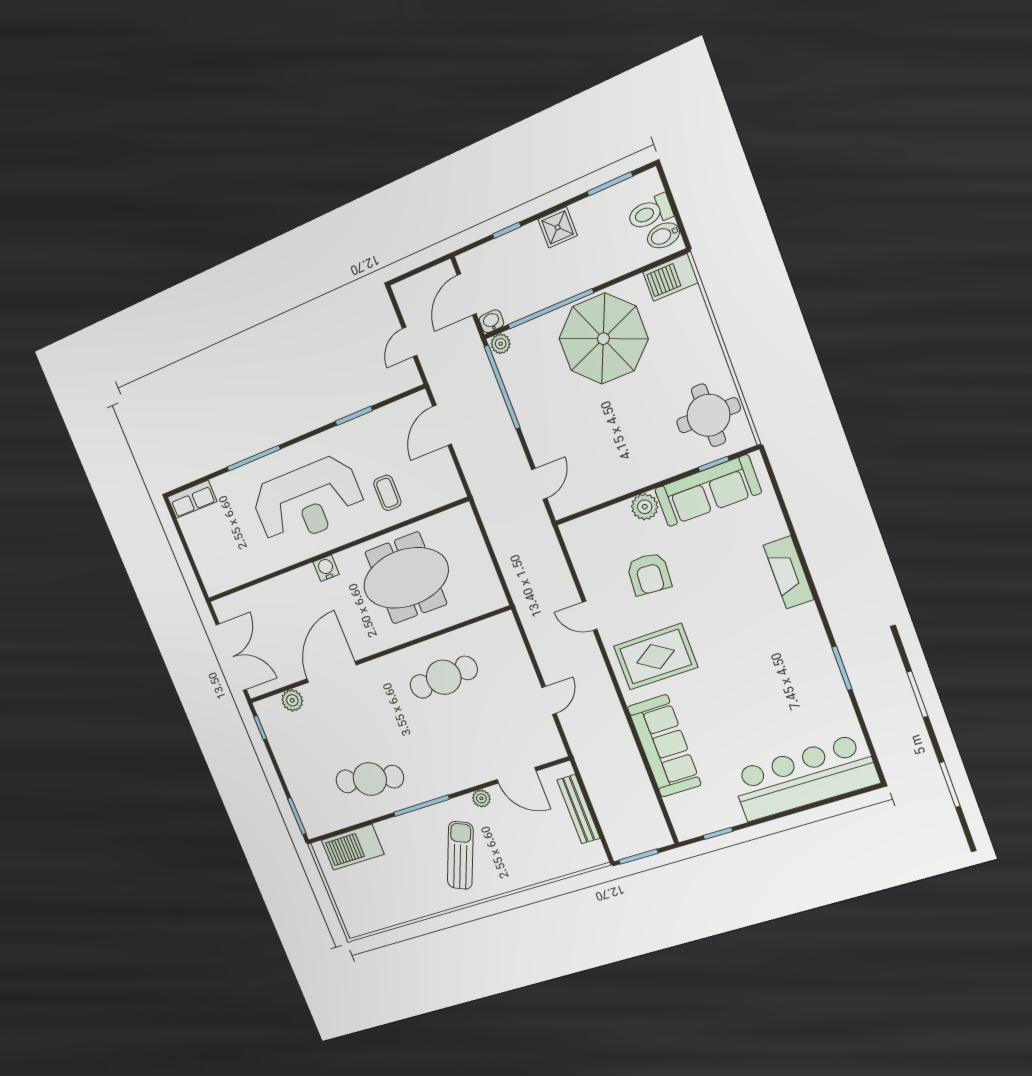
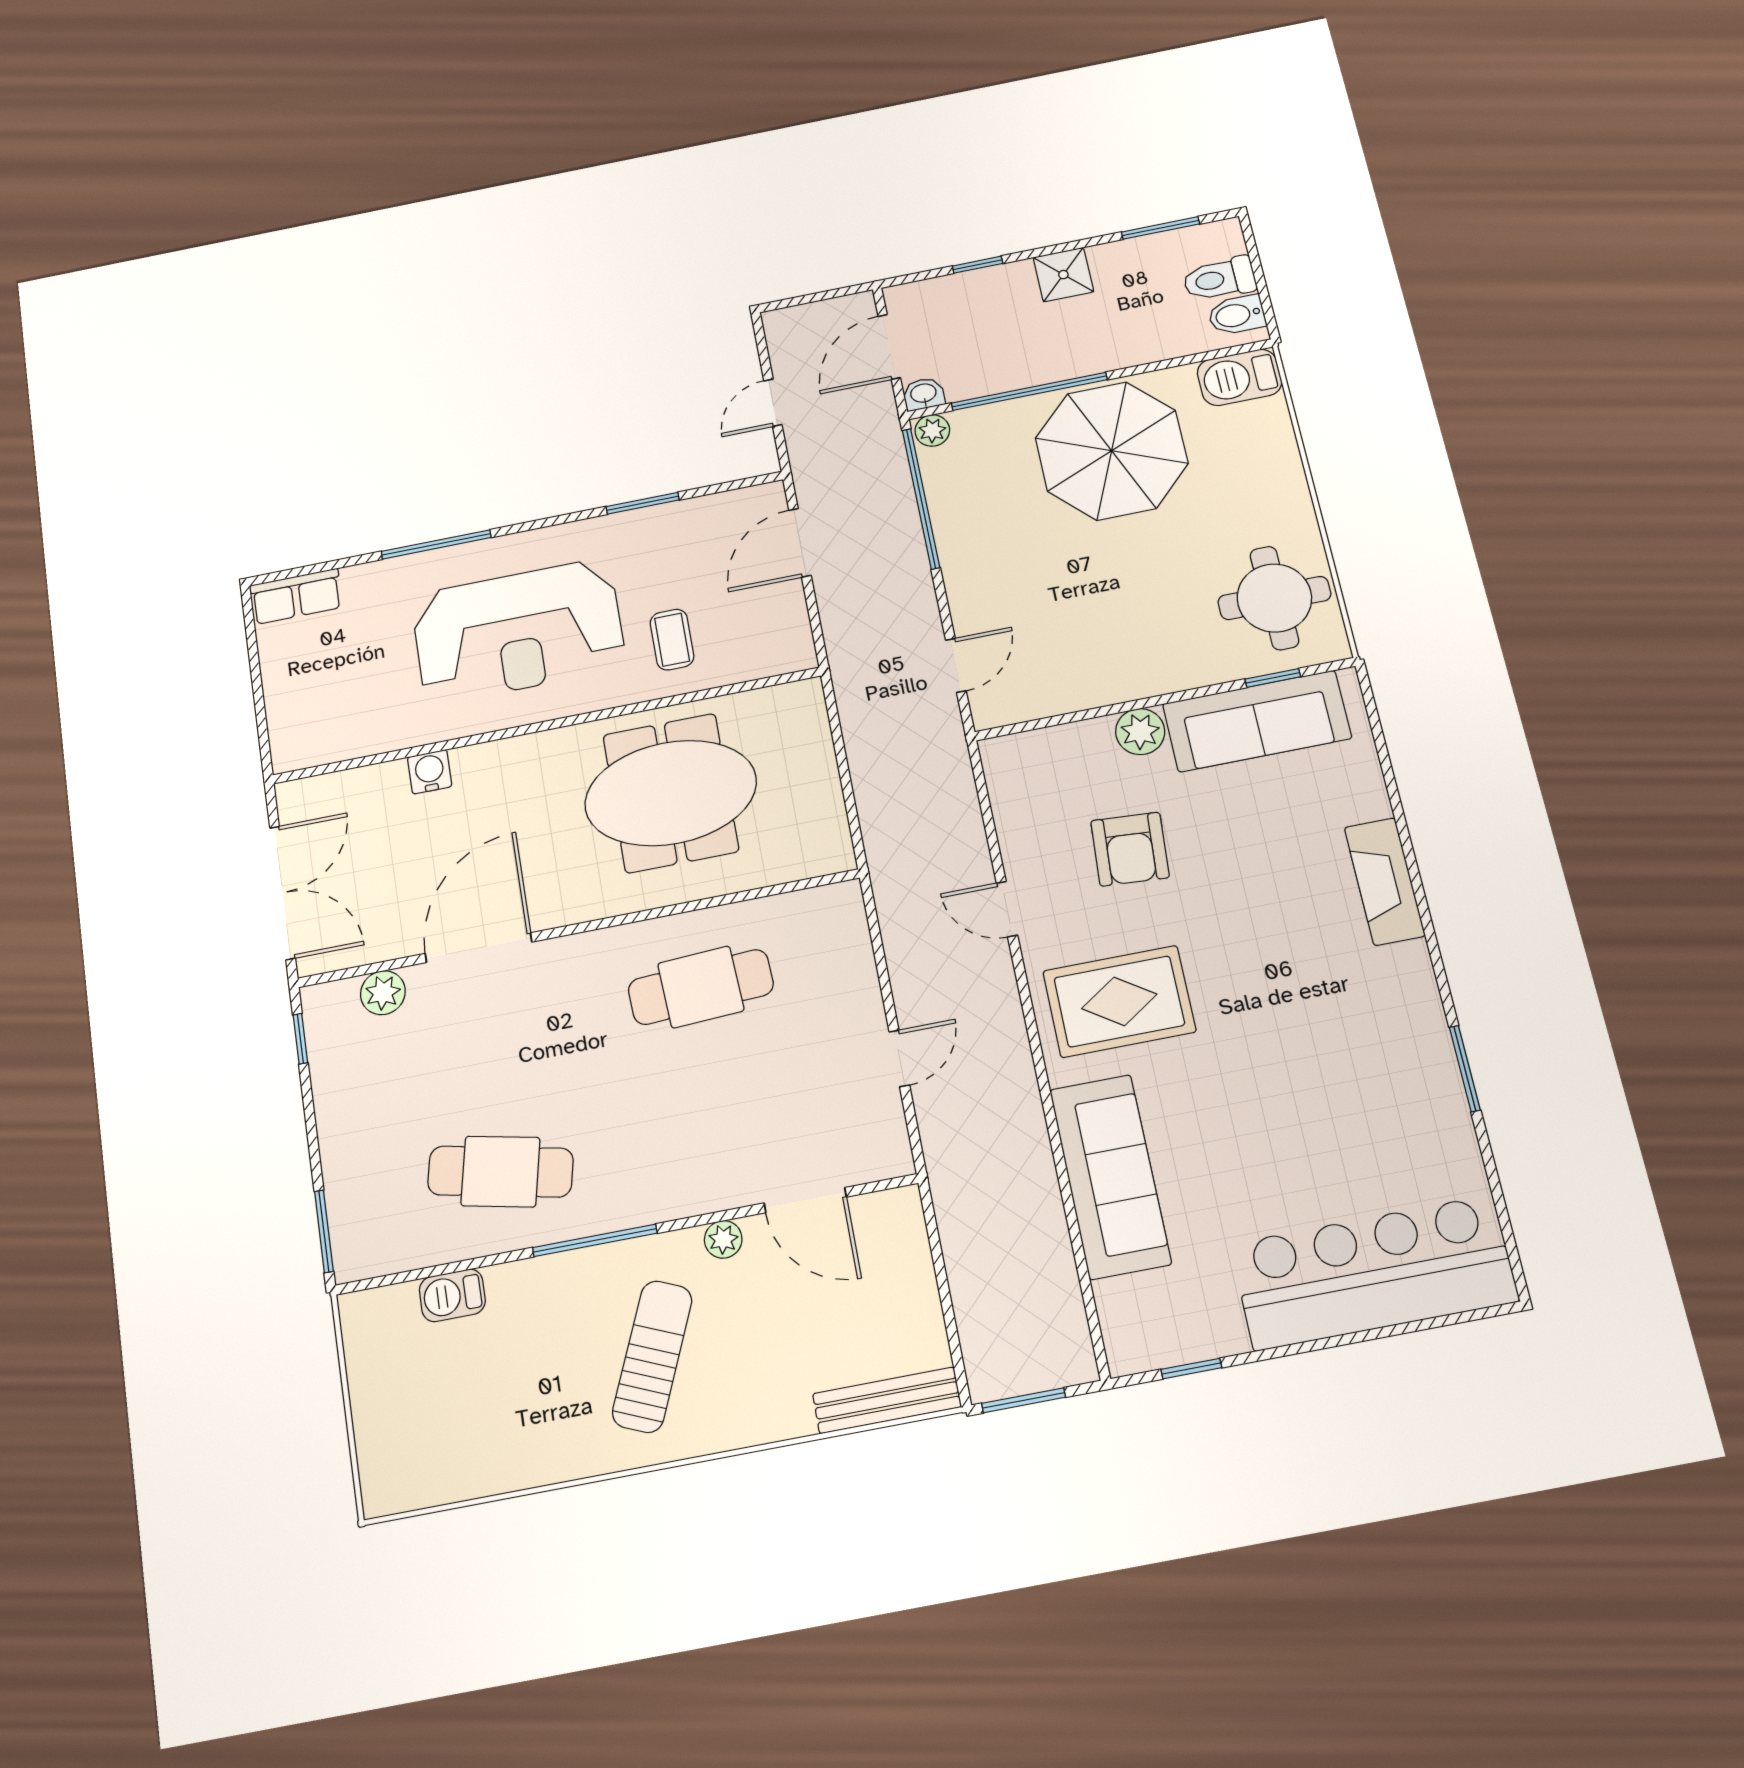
water cooler: (326, 568) -> (430, 772), moved
bench: (579, 809) -> (887, 1400), moved, turned 90
barbecue: (353, 847) -> (452, 1295), width x0.53, depth x0.65

